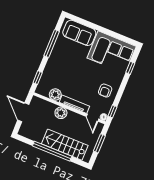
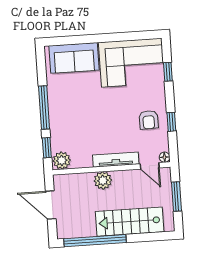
window: (52, 43) -> (44, 107), moved
plant: (55, 95) -> (62, 160), moved
window: (112, 111) -> (171, 122), moved
window: (52, 151) -> (95, 241), moved

